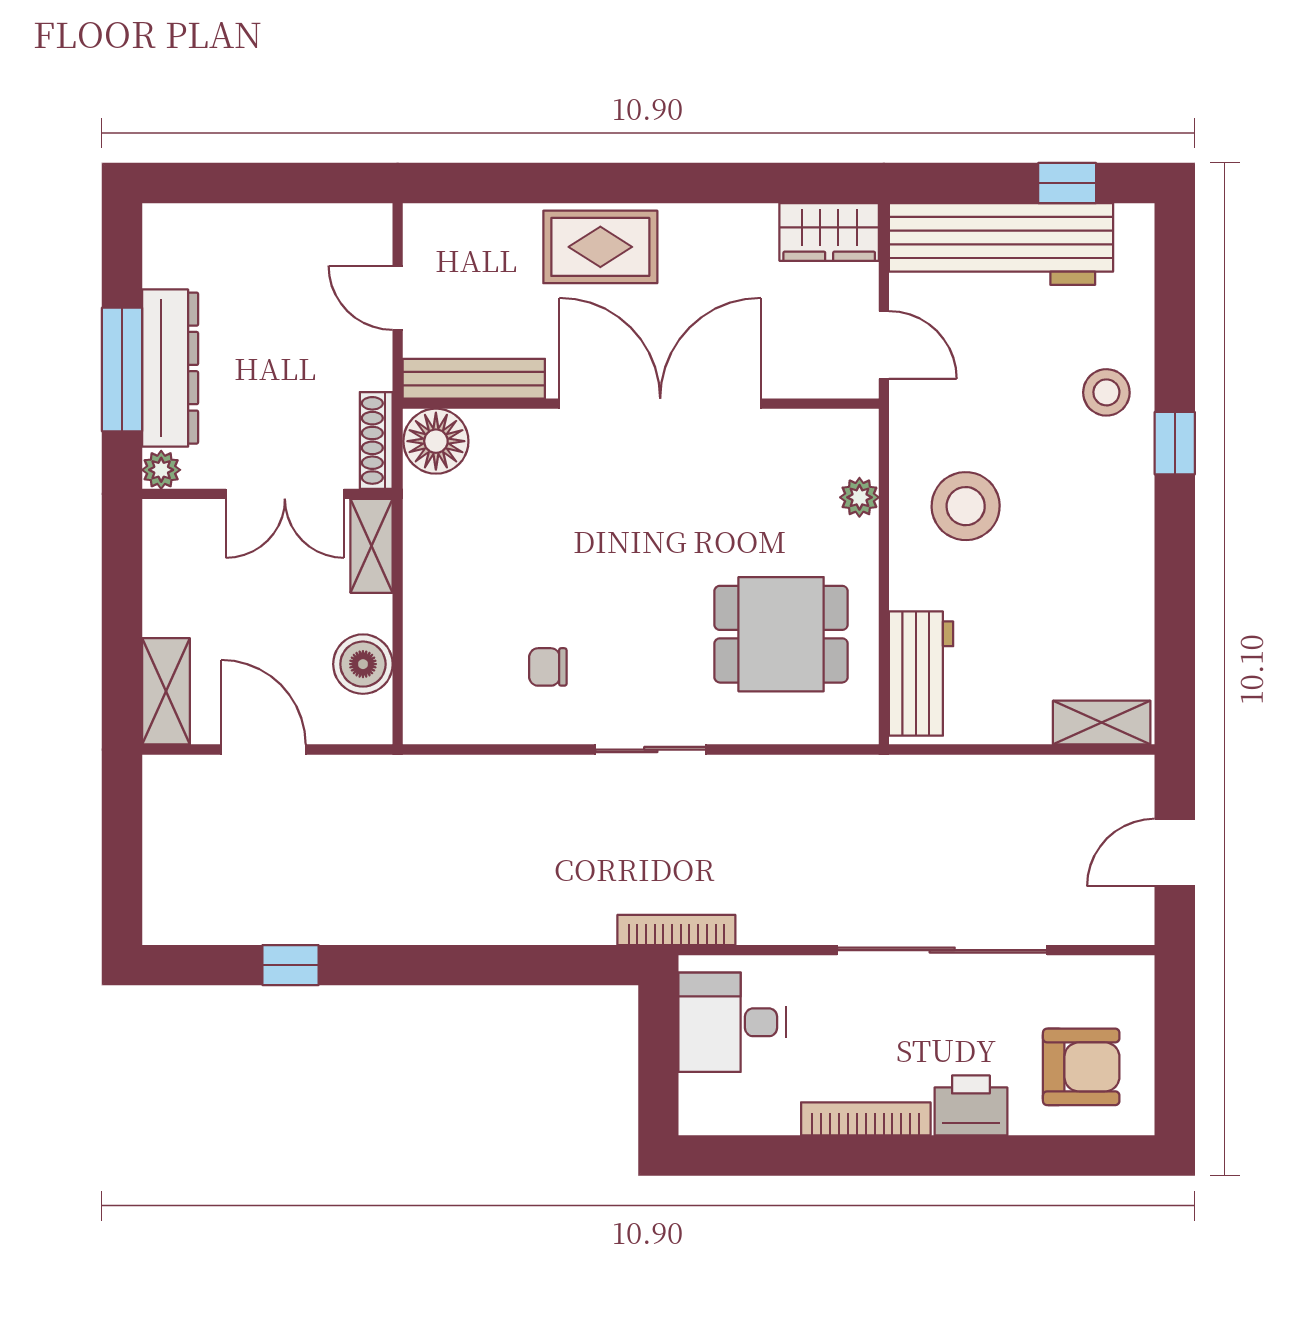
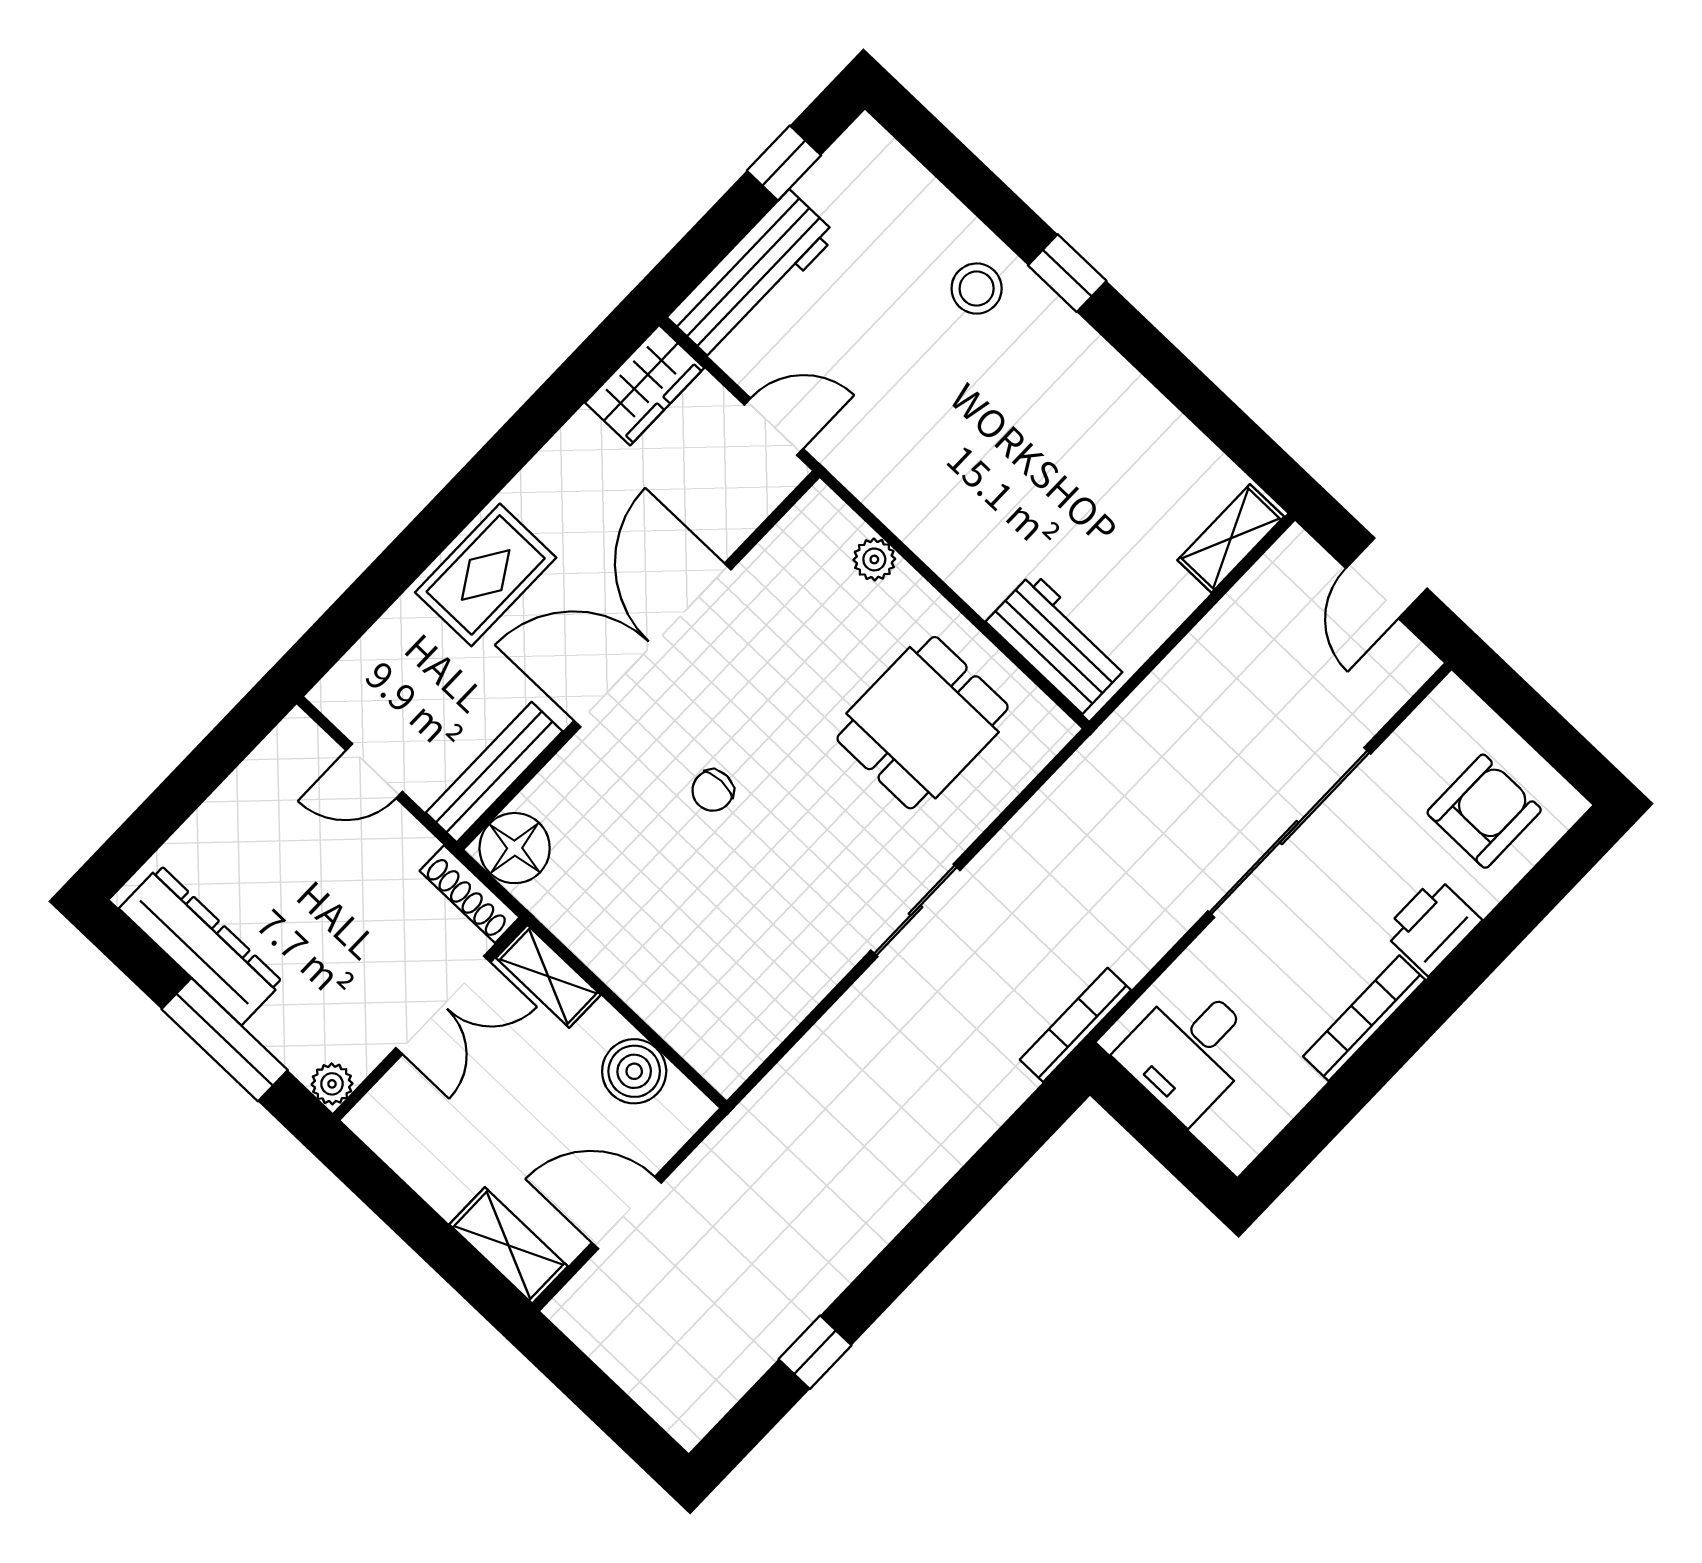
workbench: (1001, 244) -> (752, 276), width x0.73, depth x0.76
dresser: (170, 368) -> (201, 945), moved
stool: (966, 506) -> (960, 483), removed
chair: (548, 667) -> (713, 791), moved

